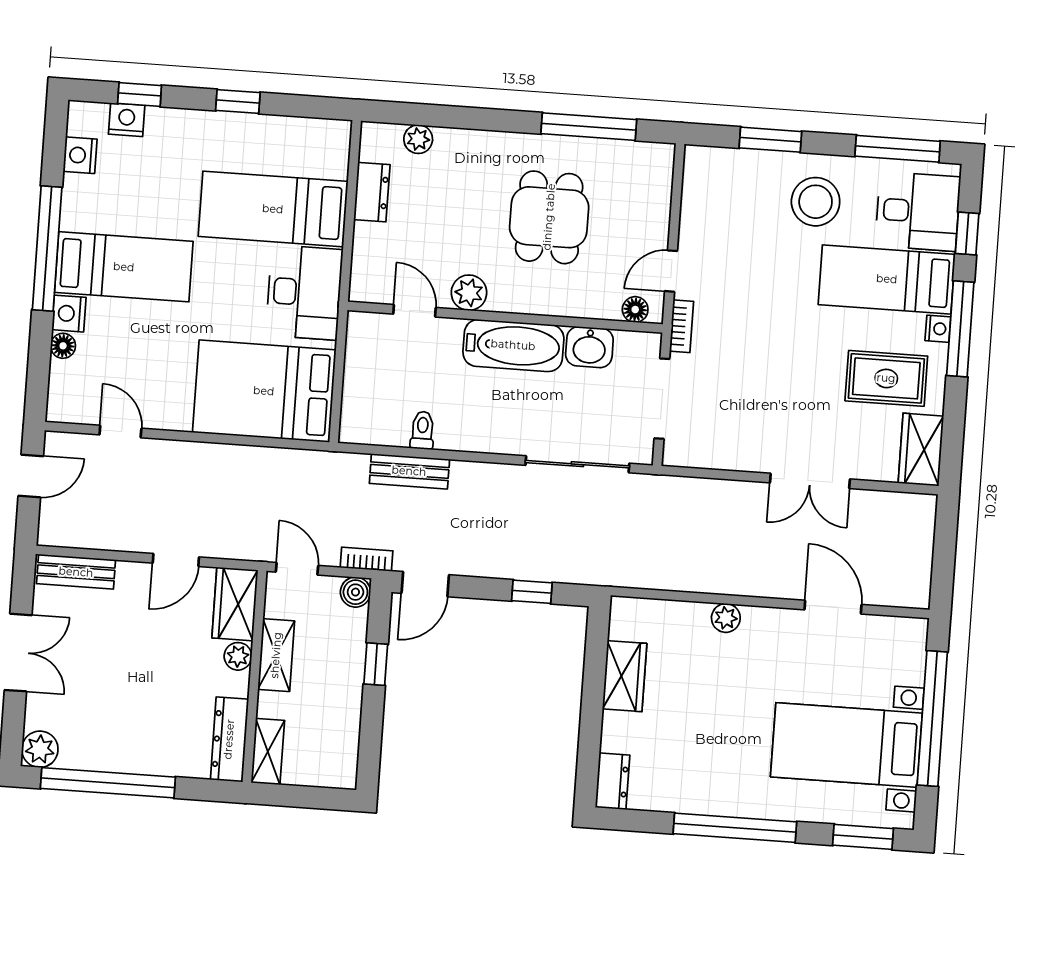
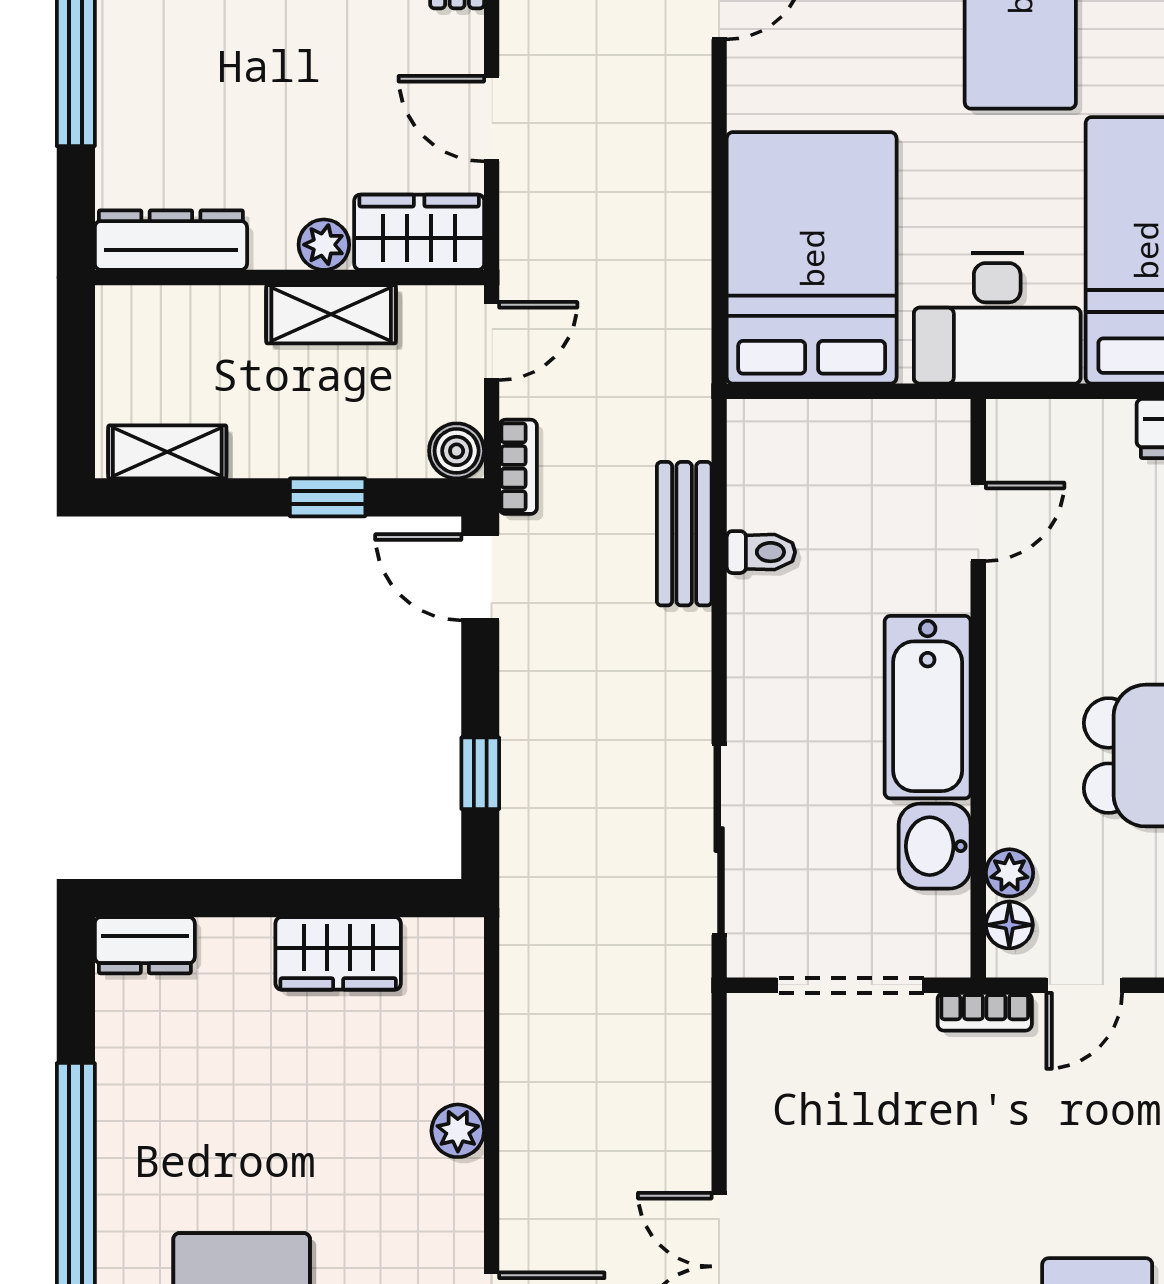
door: (671, 271) -> (1084, 985), swing flipped
plant: (469, 293) -> (1009, 873), moved, width x0.73, depth x0.73
shelving: (268, 752) -> (167, 452), moved

